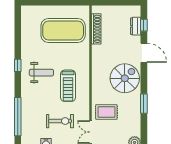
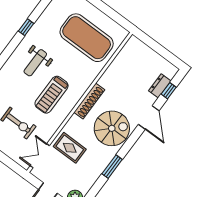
shoe rack: (96, 29) -> (89, 101), moved
window: (18, 65) -> (26, 27), moved
weight bench: (41, 73) -> (35, 63), turned 90

